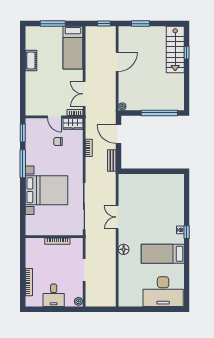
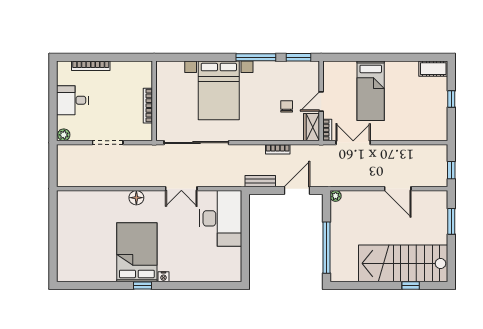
window: (53, 24) -> (451, 99), width x0.46
bed: (73, 48) -> (371, 91), moved, turned -90
stairs: (175, 49) -> (403, 263), width x1.36, depth x1.51
cot: (31, 60) -> (433, 69), moved
double door: (117, 217) -> (181, 189), swing flipped
window: (187, 232) -> (143, 286), moved
bed: (163, 254) -> (137, 252), width x1.50
desk: (163, 292) -> (221, 218), moved, turned 180

